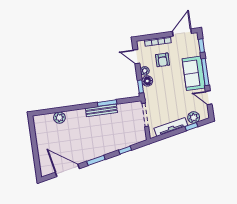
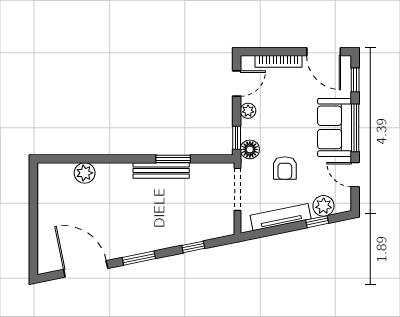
door: (182, 32) -> (324, 52), swing flipped
door: (136, 57) -> (237, 83), swing flipped
armchair: (163, 60) -> (285, 168), moved
floor lamp: (147, 81) -> (250, 149), moved

